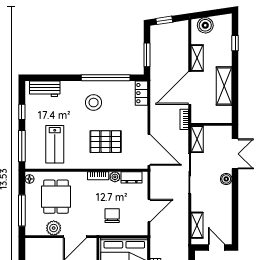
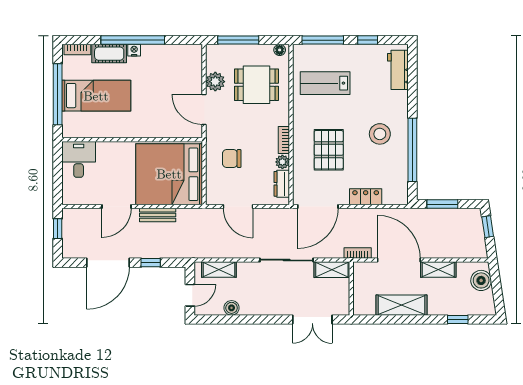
locker: (141, 93) -> (366, 197), moved
boiler: (226, 179) -> (232, 308), moved
chair: (112, 216) -> (232, 158), turned 180

